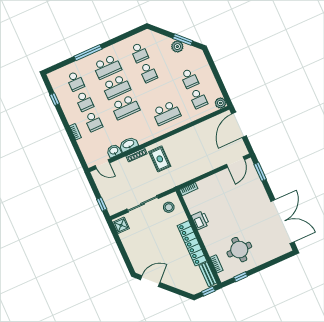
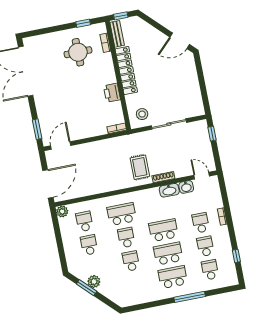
school desk: (139, 53) -> (126, 238), moved
shower: (121, 225) -> (197, 107), removed

